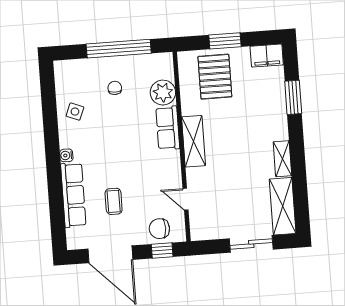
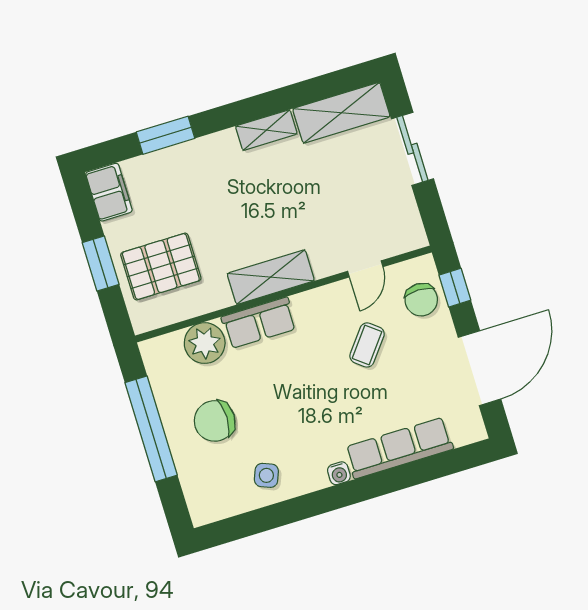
chair: (115, 88) -> (215, 421), width x1.87, depth x1.87
coffee table: (114, 201) -> (367, 345), moved, turned -52

